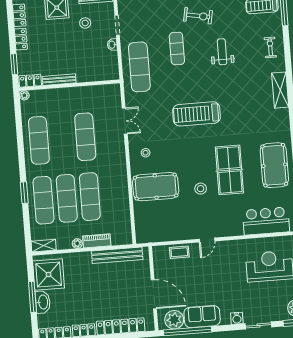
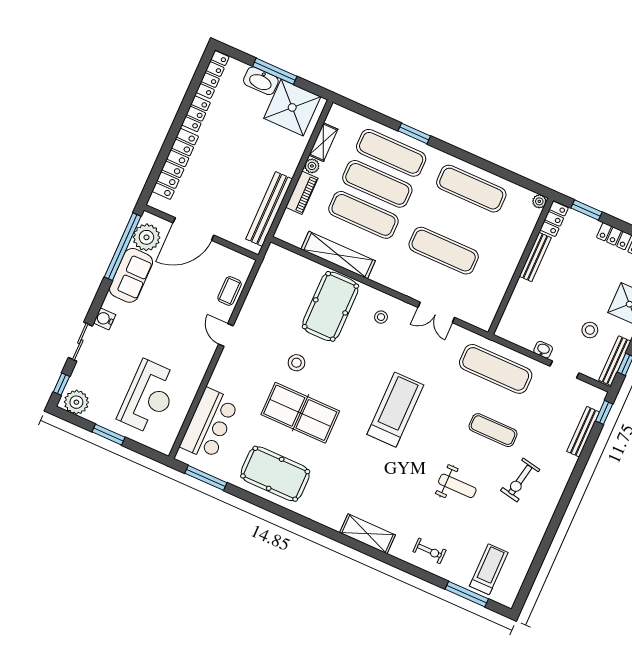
shelving: (122, 199) -> (338, 255), added
shelving: (44, 246) -> (323, 142), moved

